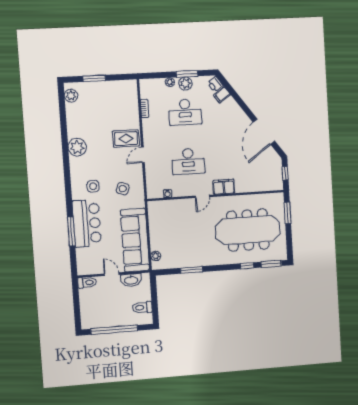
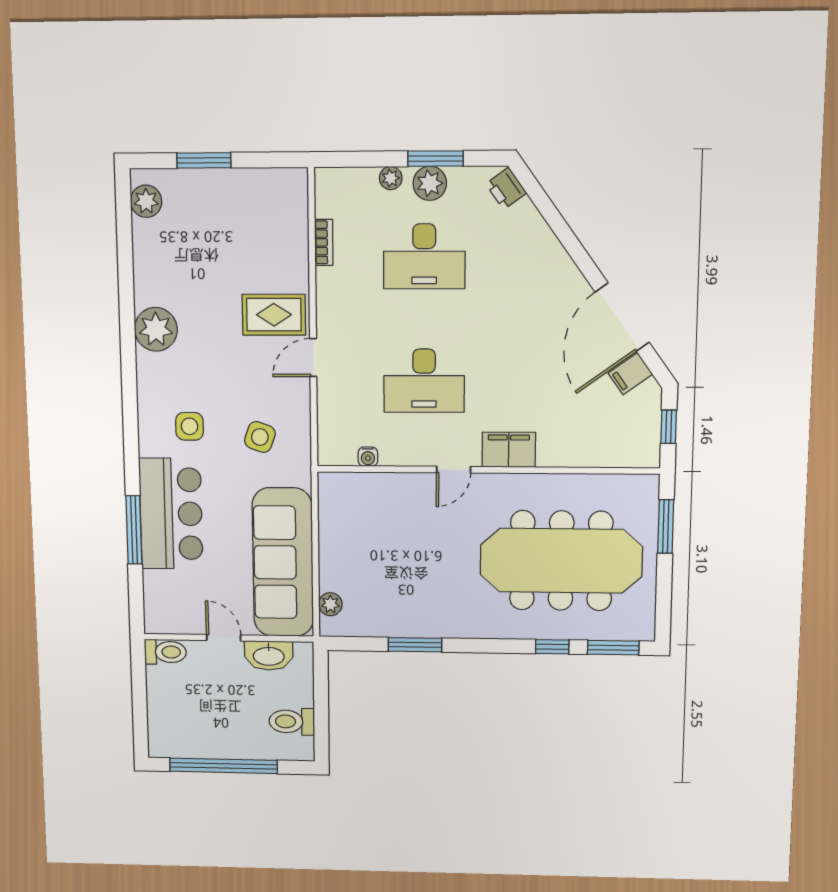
filing cabinet: (222, 95) -> (630, 374), moved

